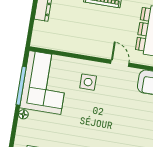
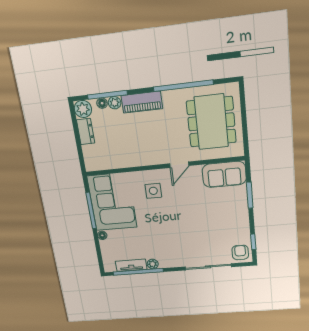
door: (120, 63) -> (179, 165), swing flipped

